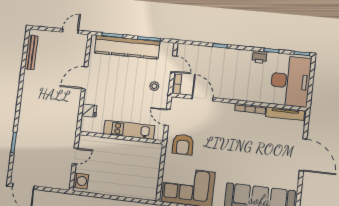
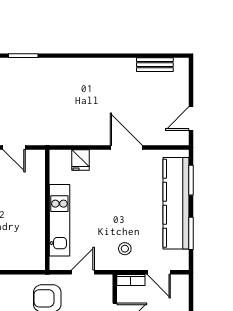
door: (70, 31) -> (191, 118), swing flipped
bench: (31, 52) -> (155, 65), width x0.73
door: (174, 64) -> (159, 272), hinge flipped

